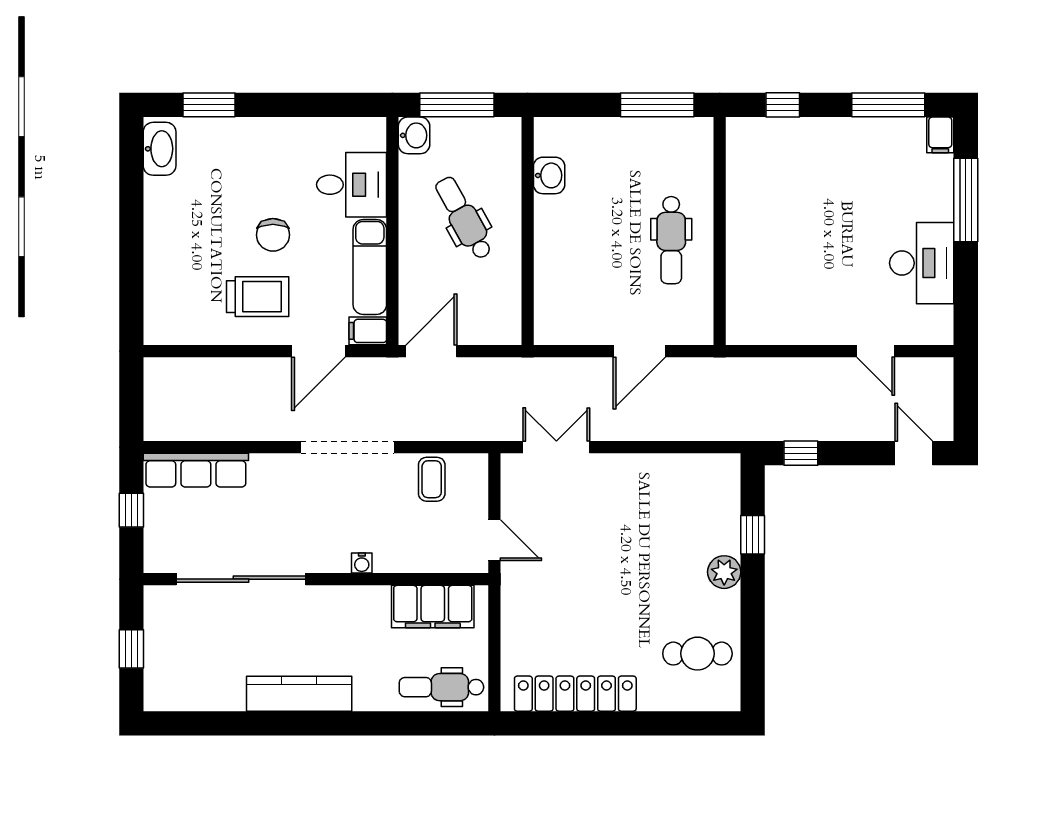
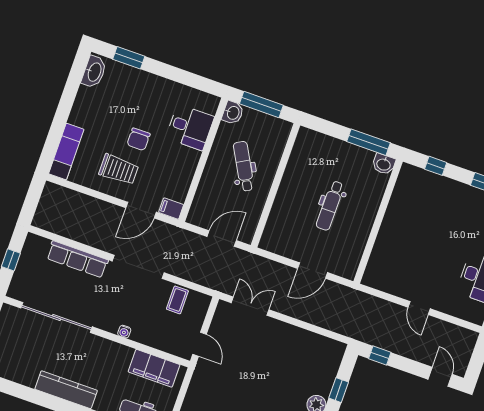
washbasin: (549, 175) -> (384, 164), moved, turned 90
dental chair: (671, 240) -> (330, 206), moved
exam couch: (370, 267) -> (66, 152), moved, turned 180
door: (431, 351) -> (222, 238), moved
door: (876, 351) -> (419, 308), moved
row of seats: (196, 470) -> (77, 259), moved

